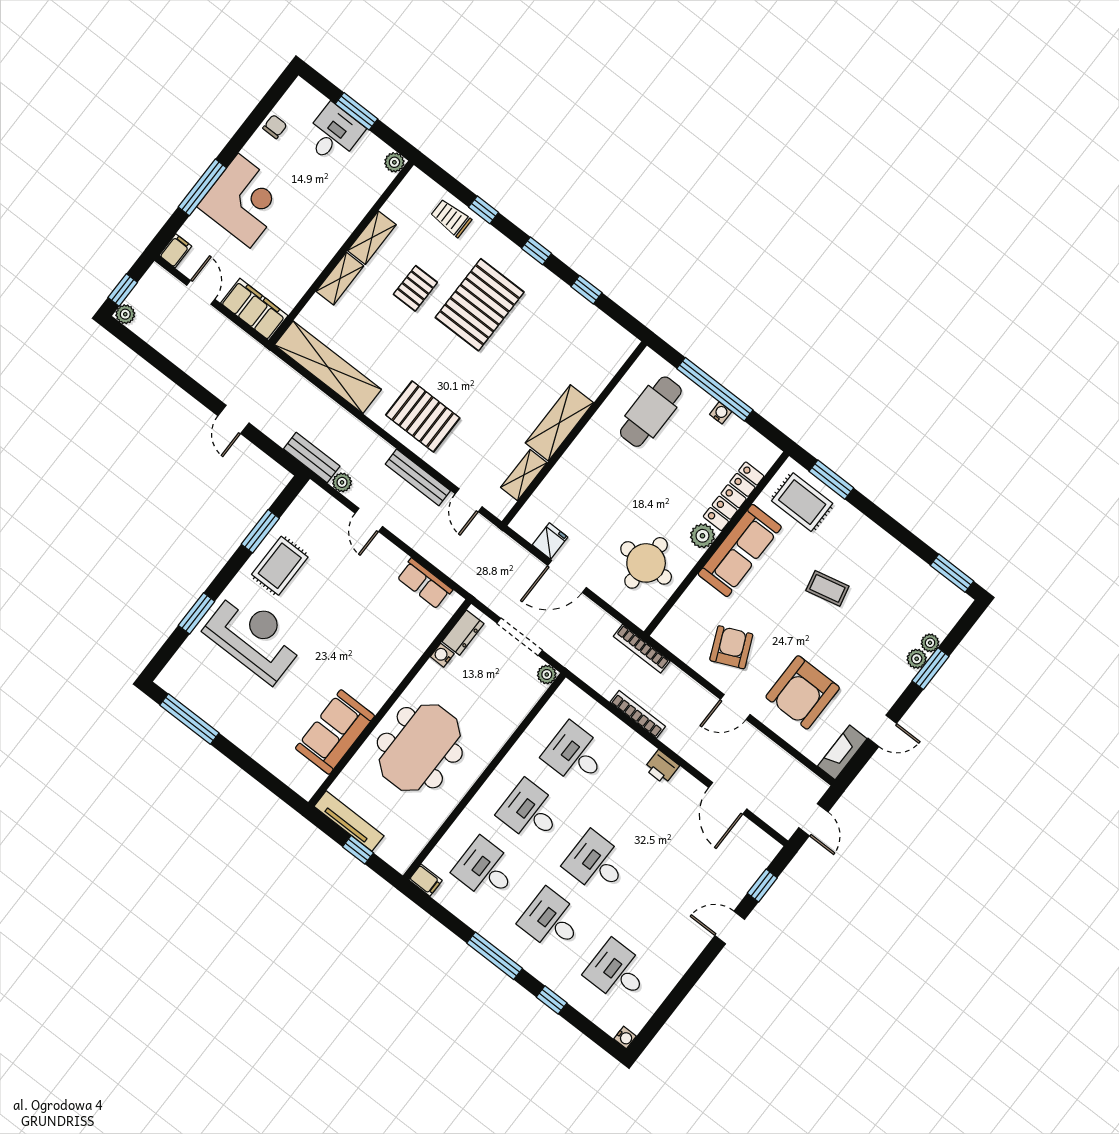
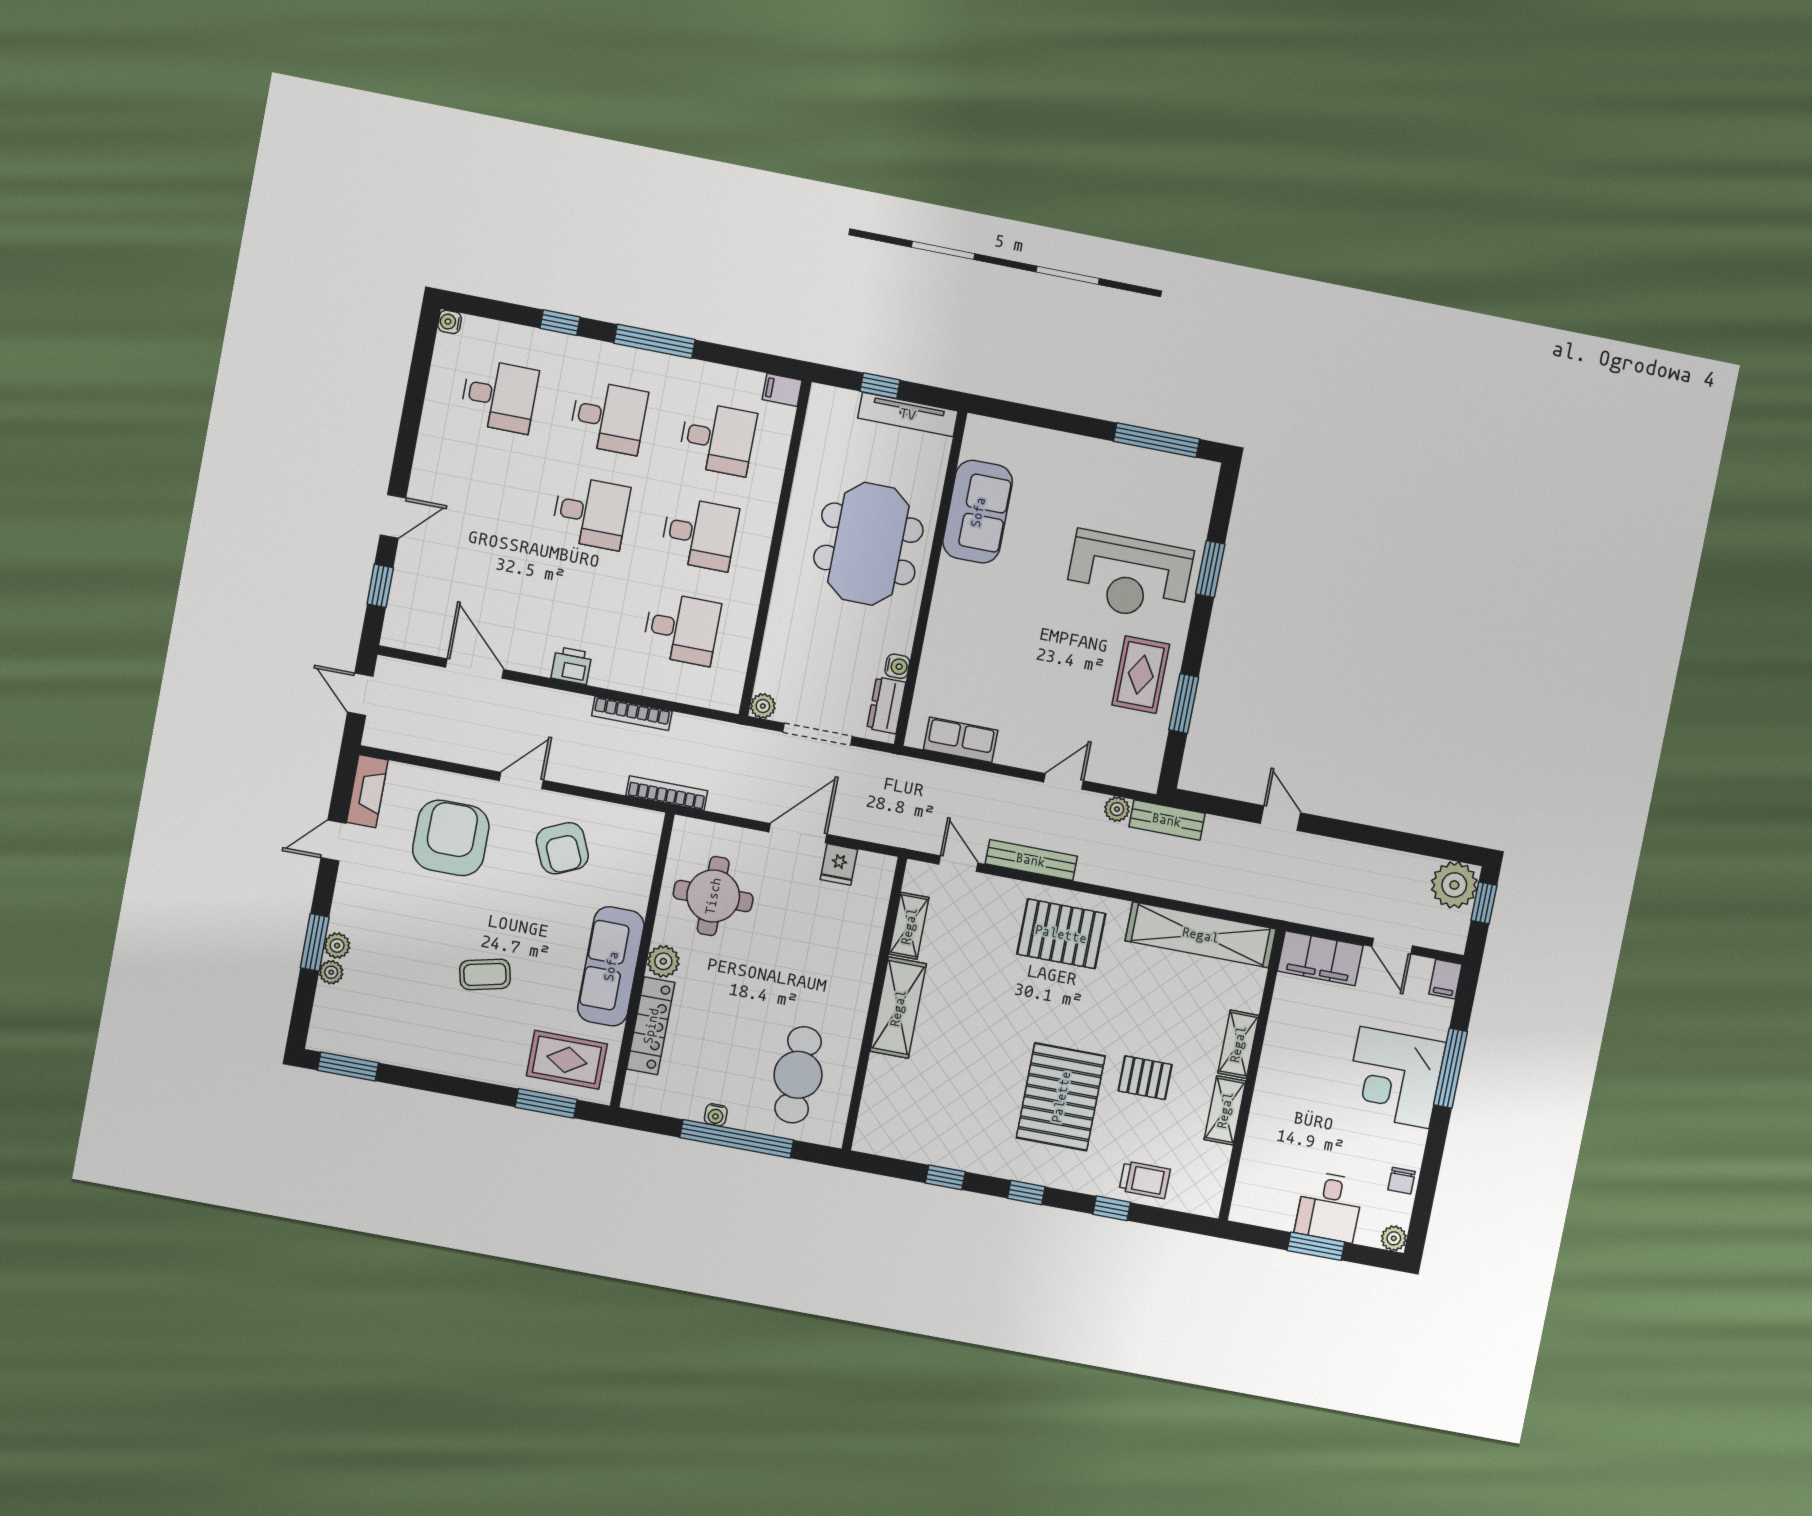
plant: (394, 162) -> (1394, 1238), moved
pallet: (415, 288) -> (1145, 1078), turned 90
plant: (125, 314) -> (1454, 885), width x1.88, depth x1.88
door: (369, 520) -> (1064, 781), hinge flipped

